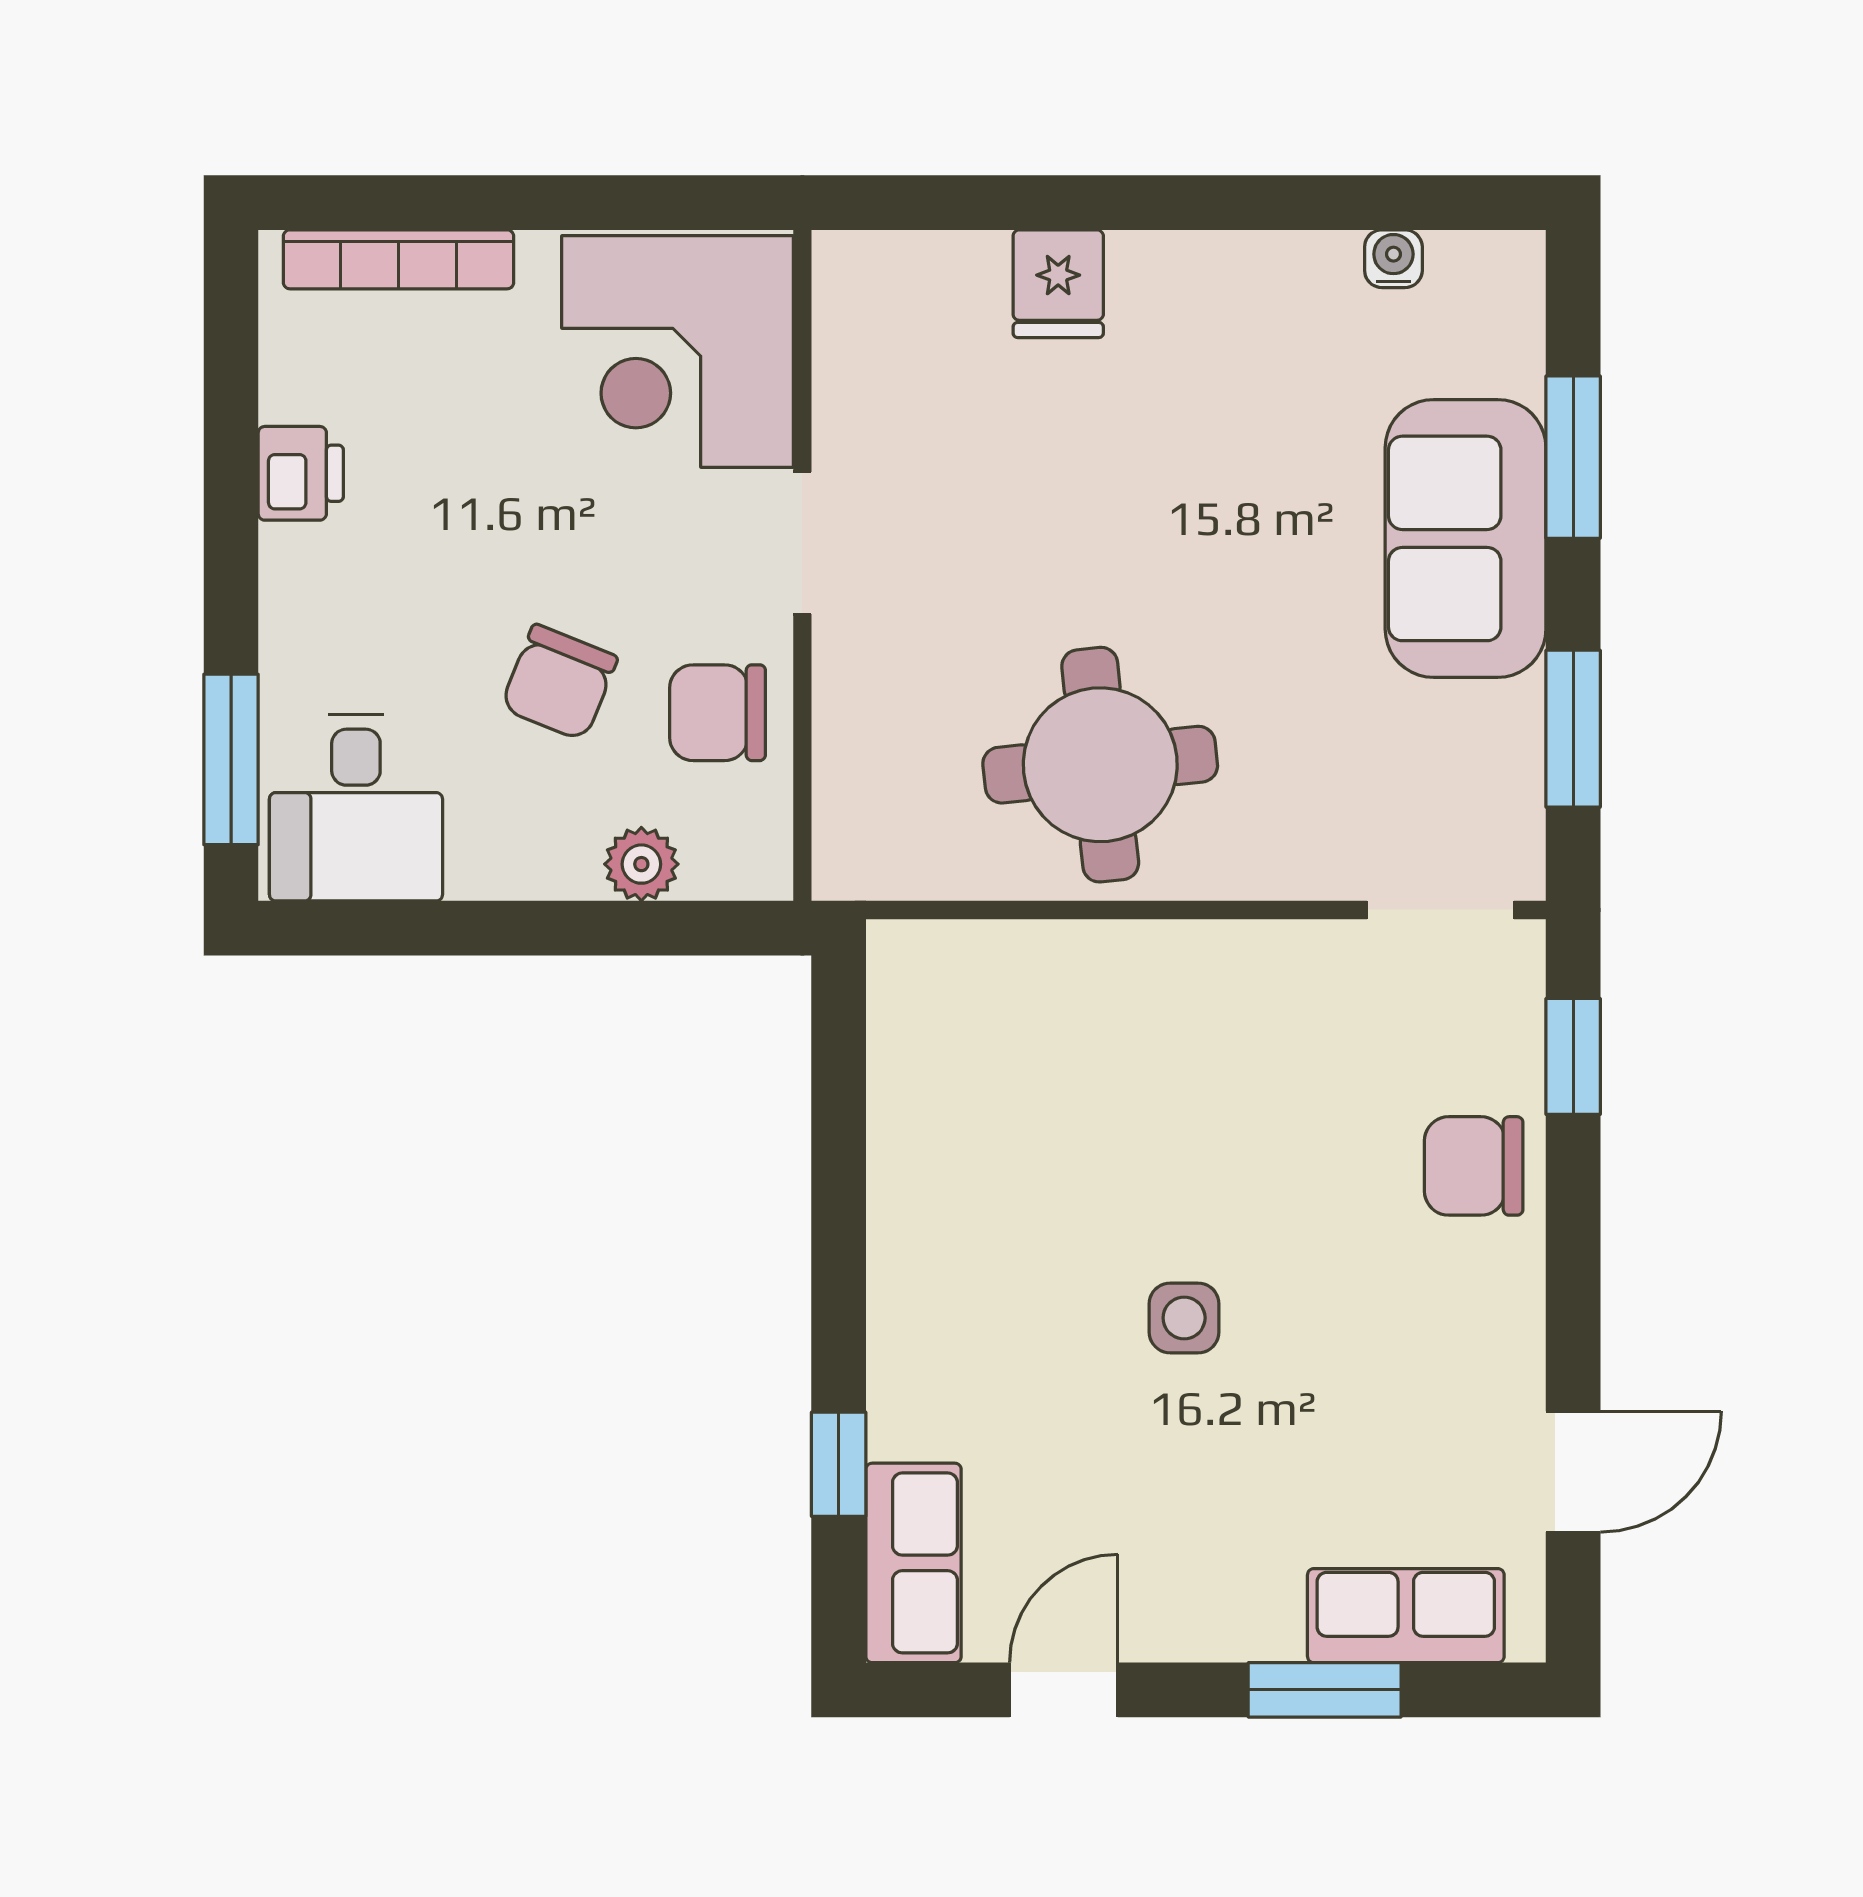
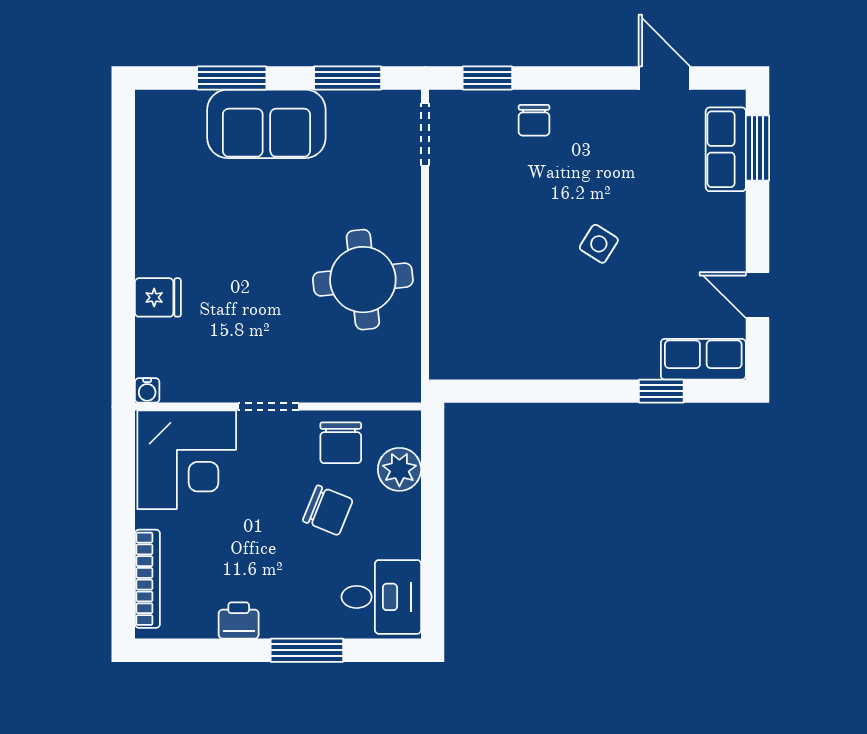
water cooler: (1393, 259) -> (147, 390), moved, turned -90
window: (231, 759) -> (307, 650), moved
plant: (641, 864) -> (399, 469), width x1.38, depth x1.38
chair: (1474, 1166) -> (534, 120), width x0.73, depth x0.73
side table: (1184, 1318) -> (599, 244), turned 32
window: (1325, 1690) -> (757, 148), moved

